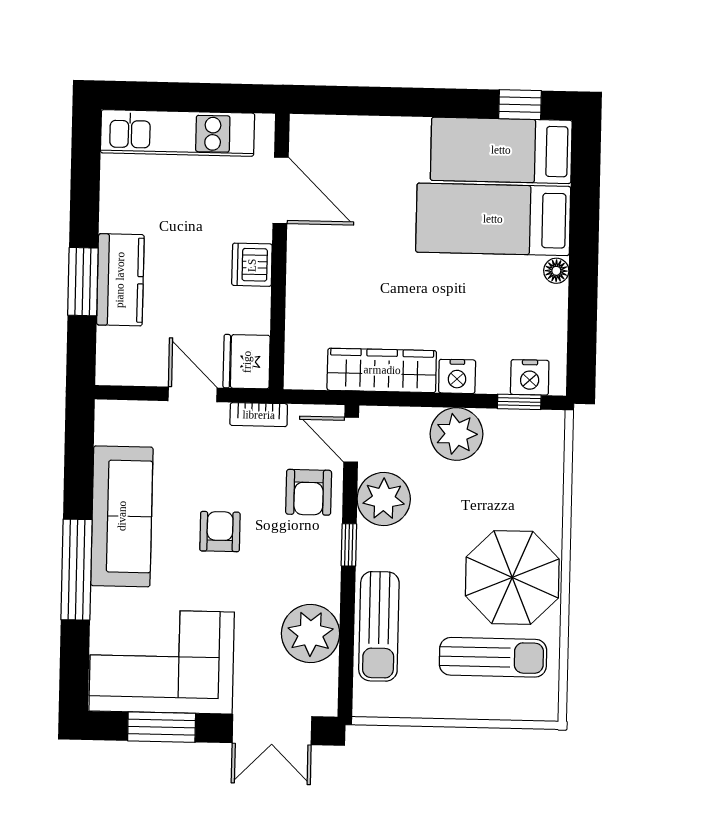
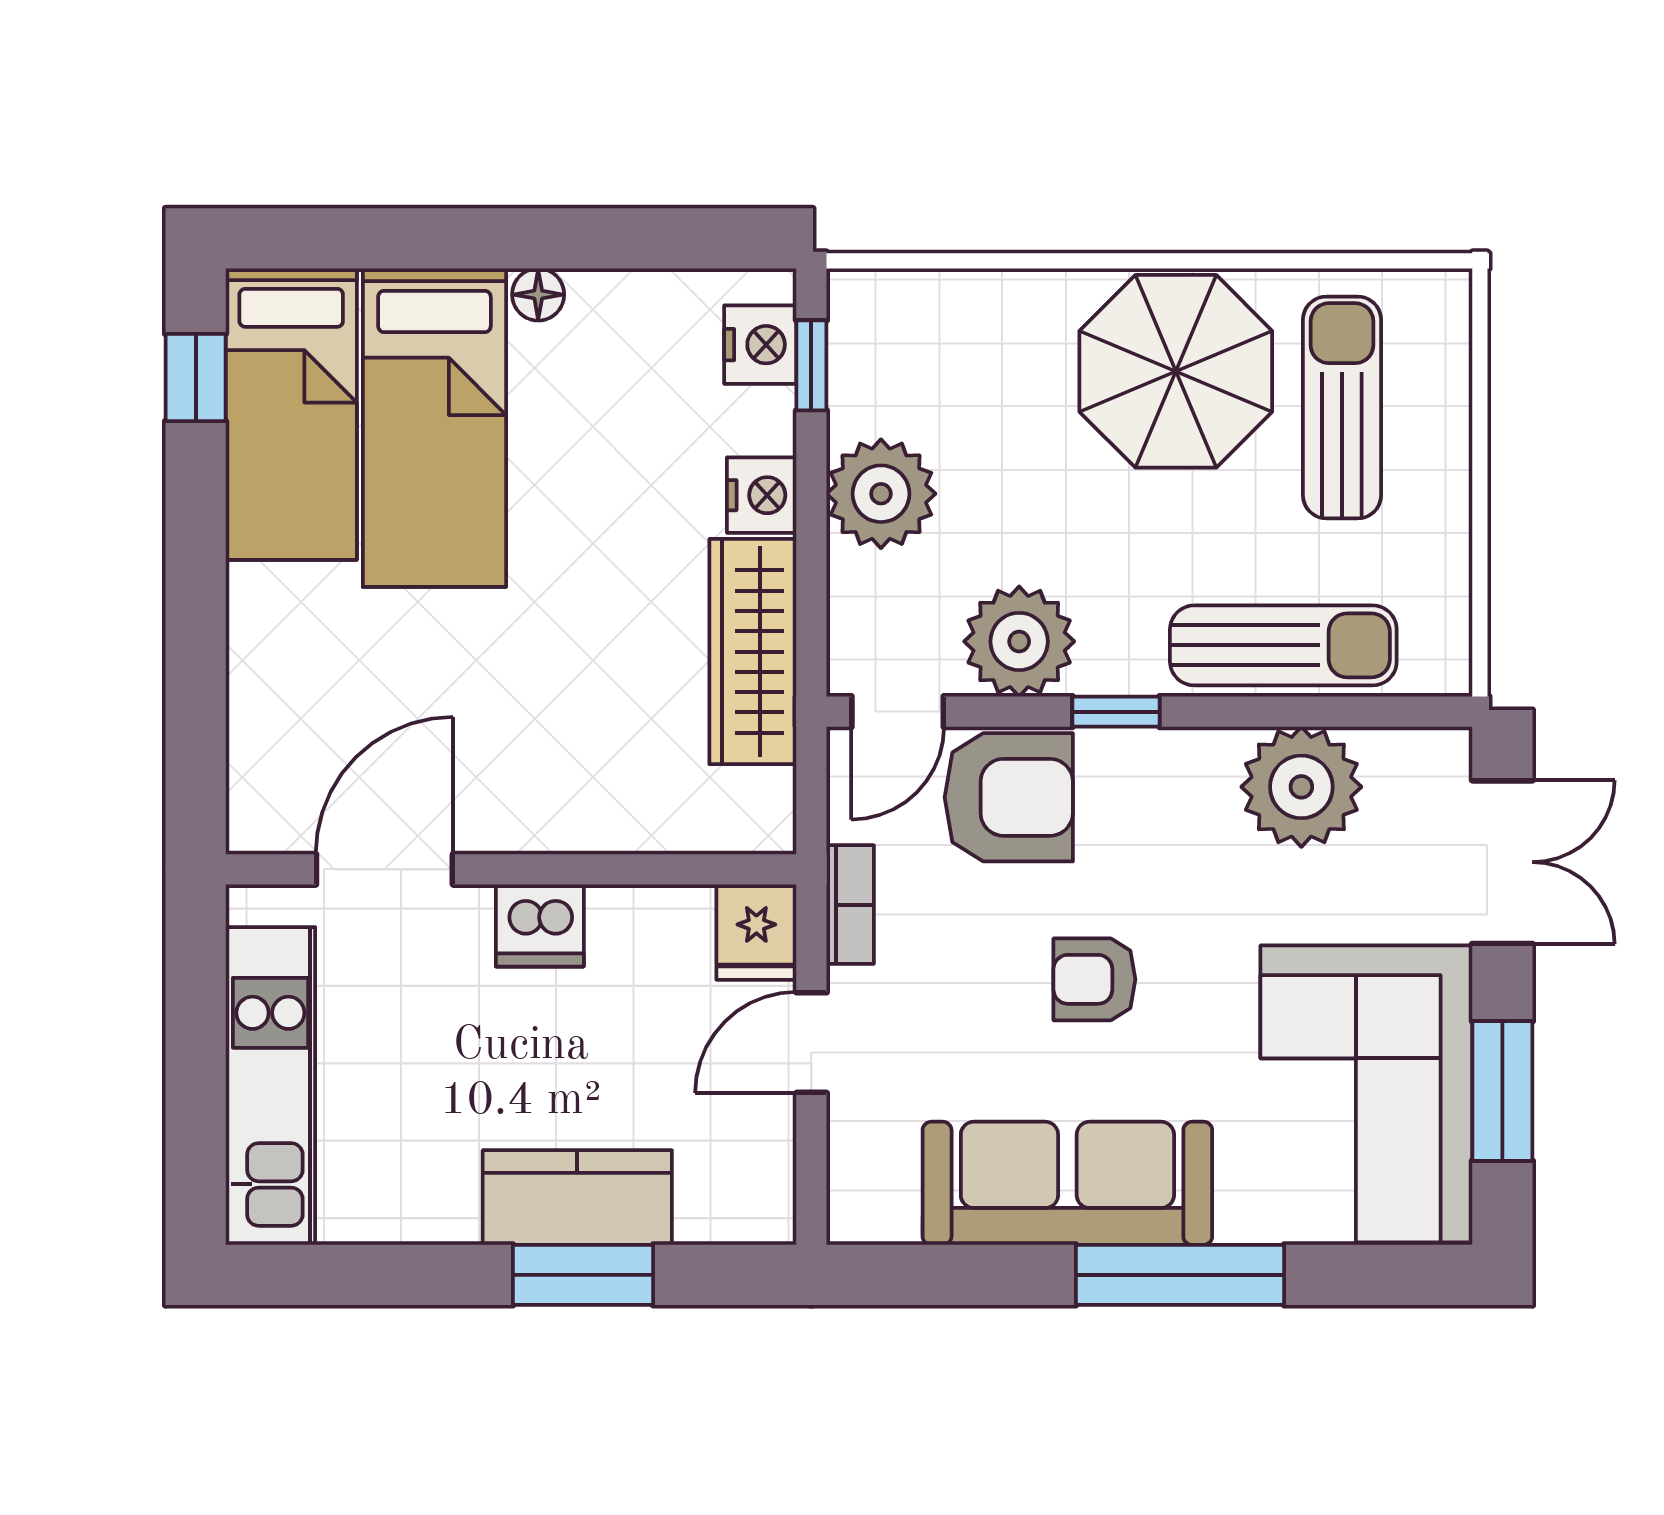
fridge: (247, 362) -> (756, 932), width x0.72
armchair: (309, 492) -> (1009, 797), width x1.38, depth x1.38

